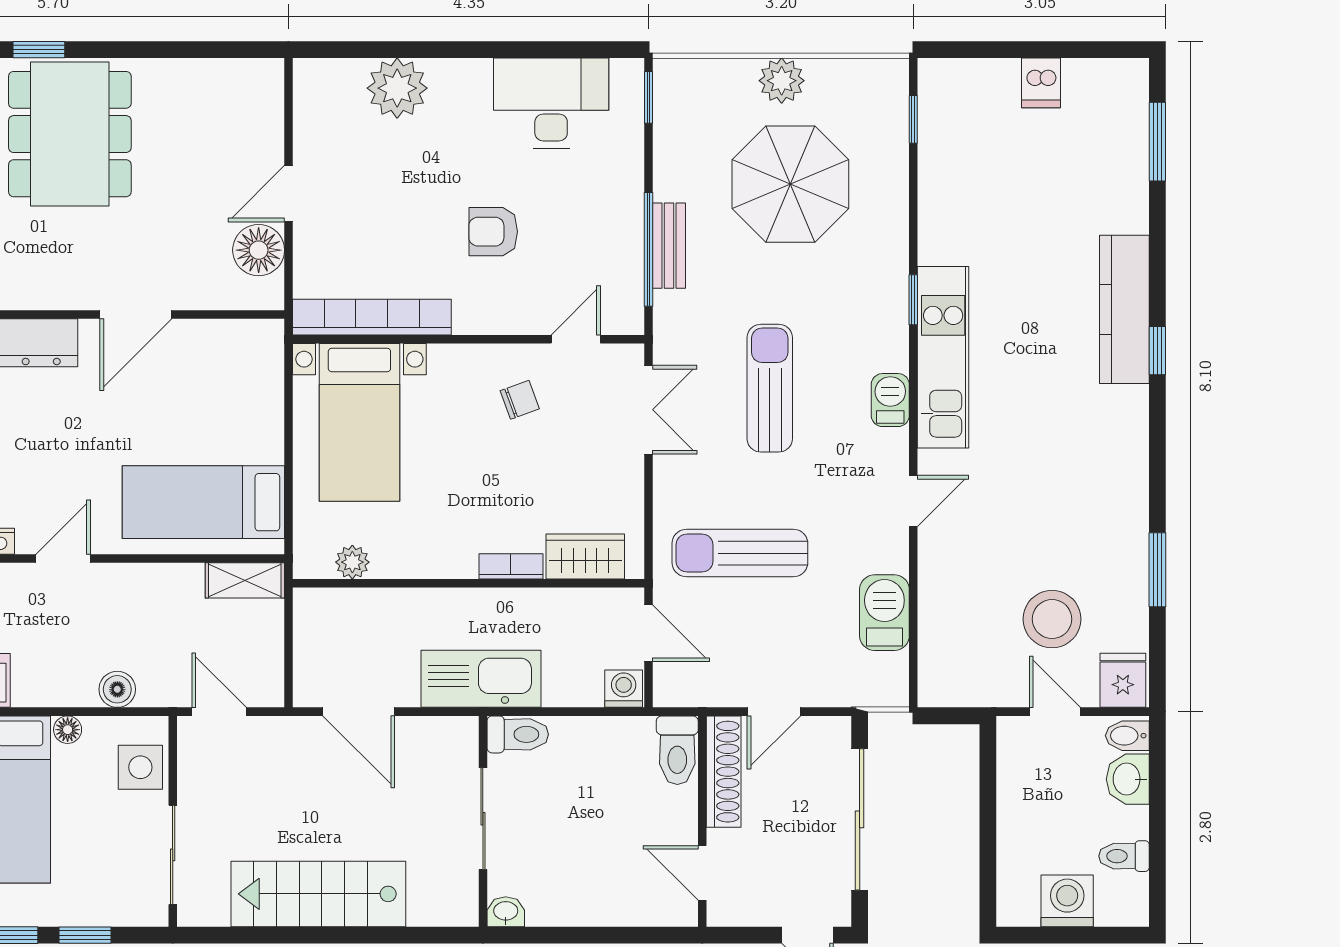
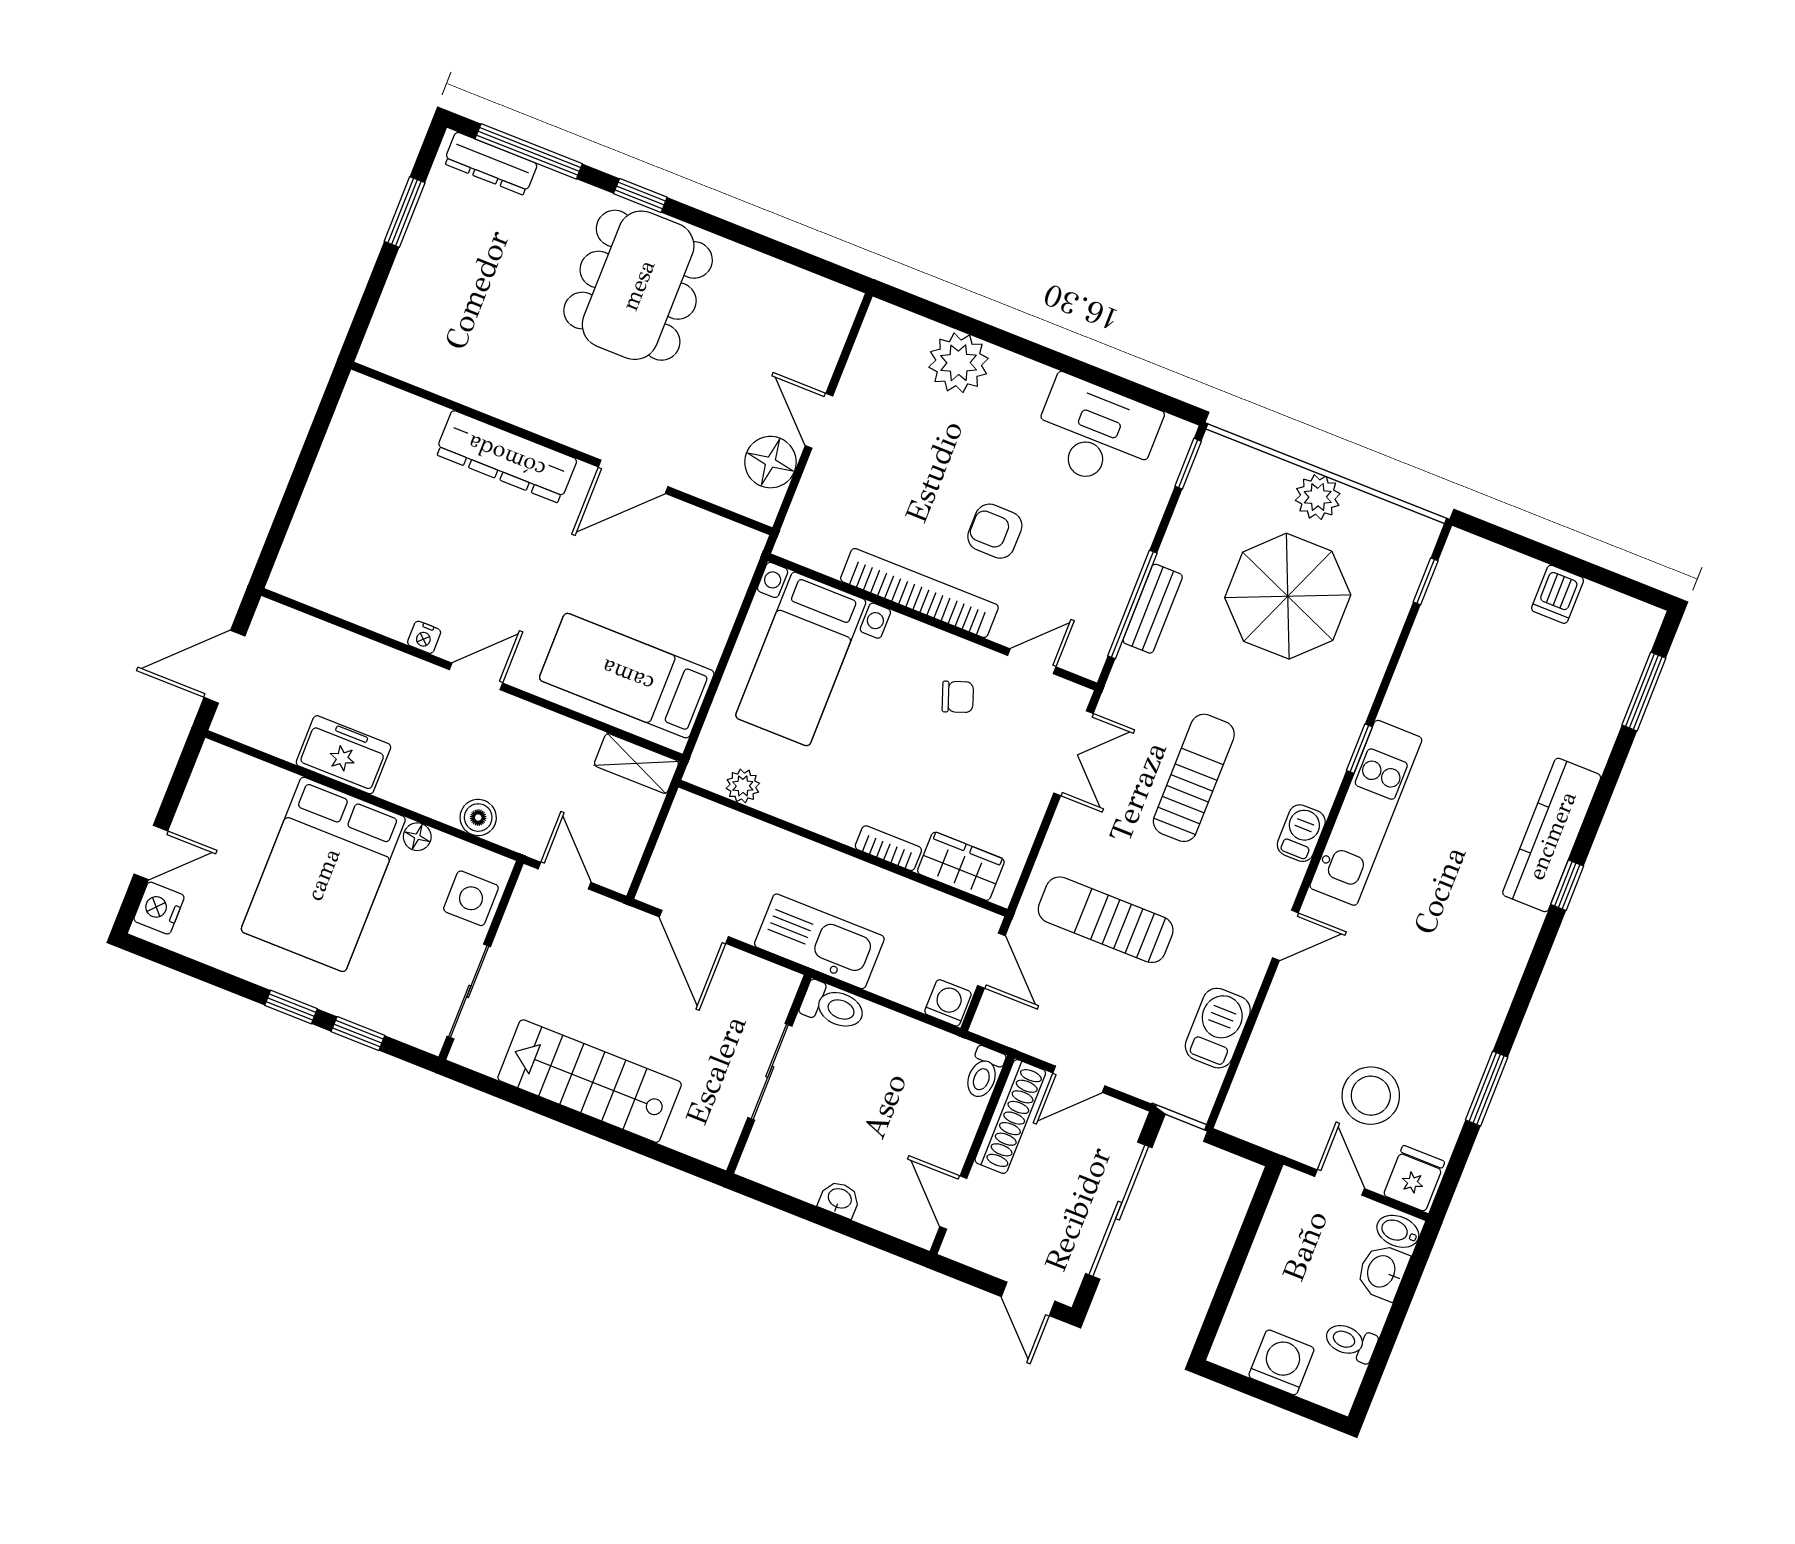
door: (289, 194) -> (819, 421), hinge flipped
bookcase: (372, 317) -> (919, 593), moved
toilet: (677, 750) -> (984, 1073), width x0.73, depth x0.72
washbasin: (506, 912) -> (839, 1199), moved

